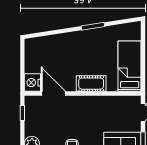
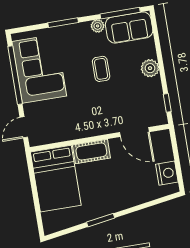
bed: (130, 66) -> (56, 179), width x1.50
nightstand: (32, 83) -> (167, 173), moved

